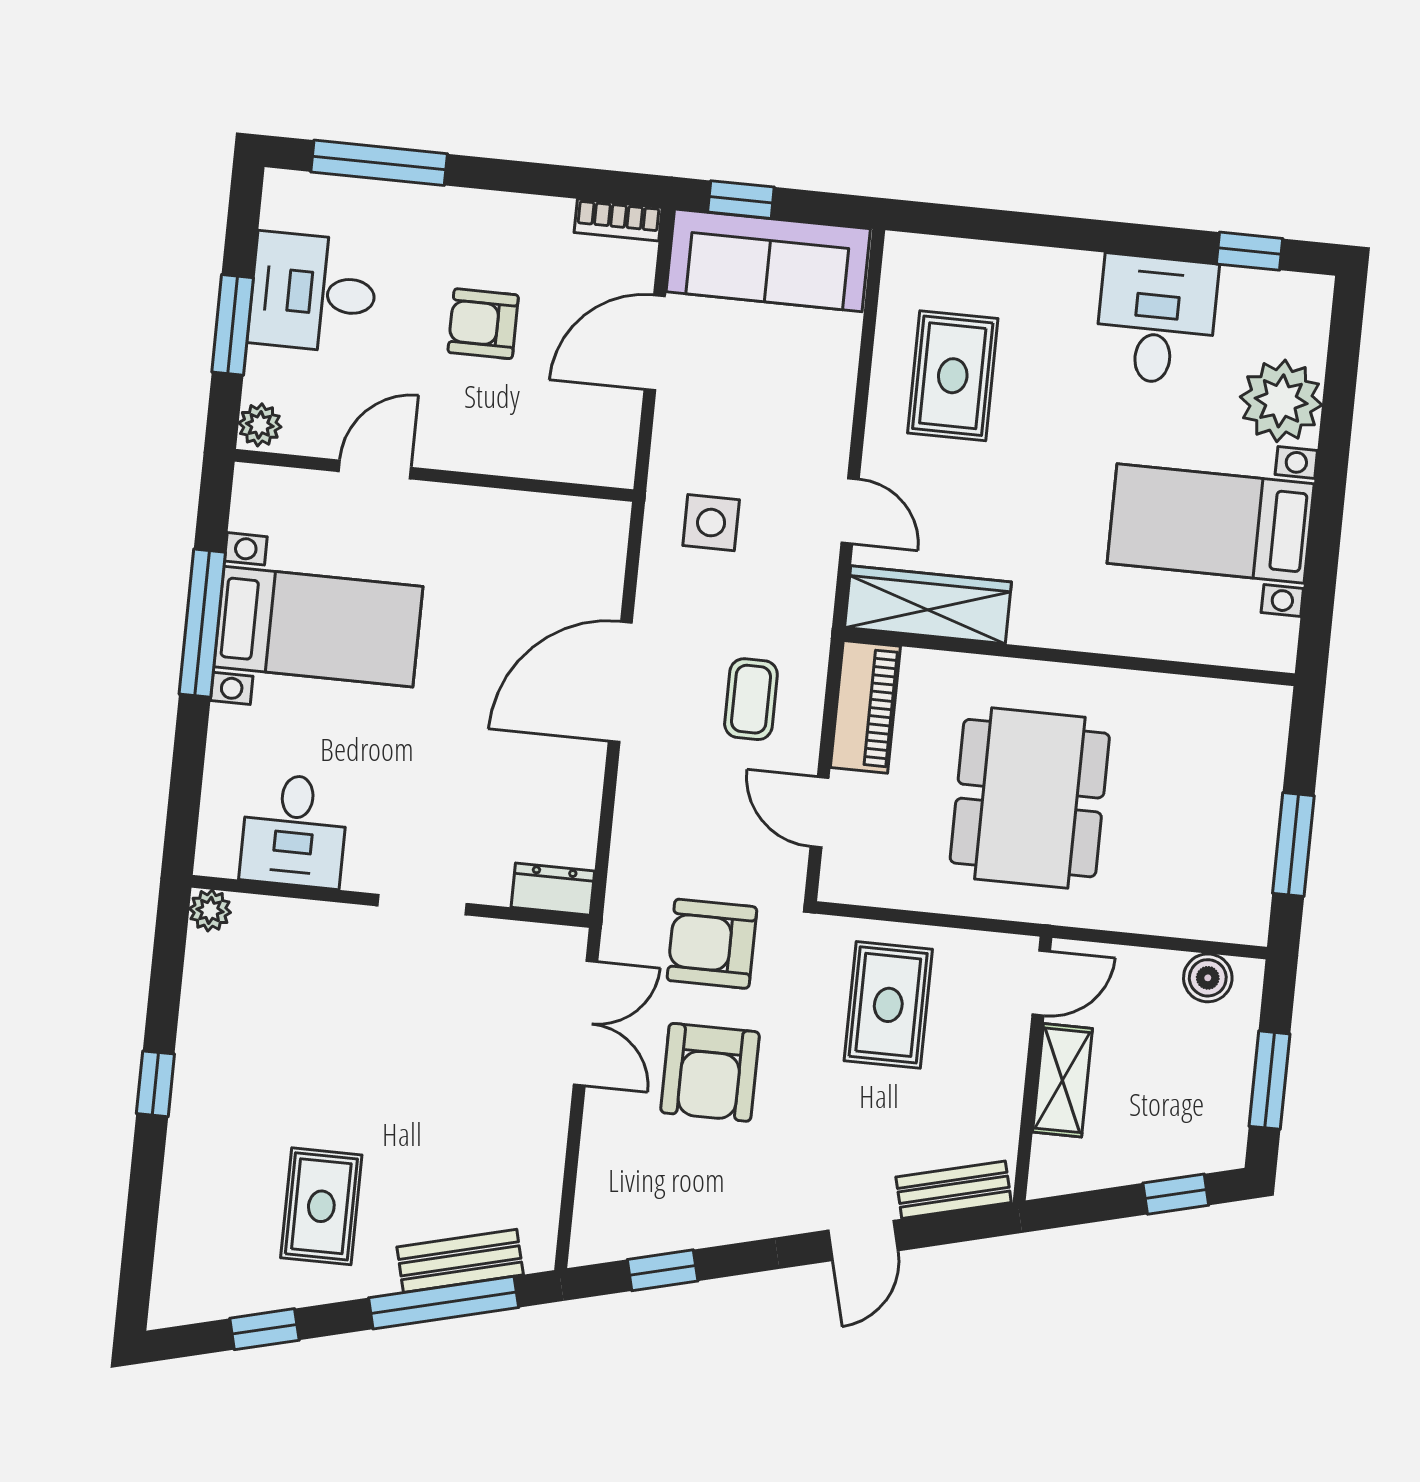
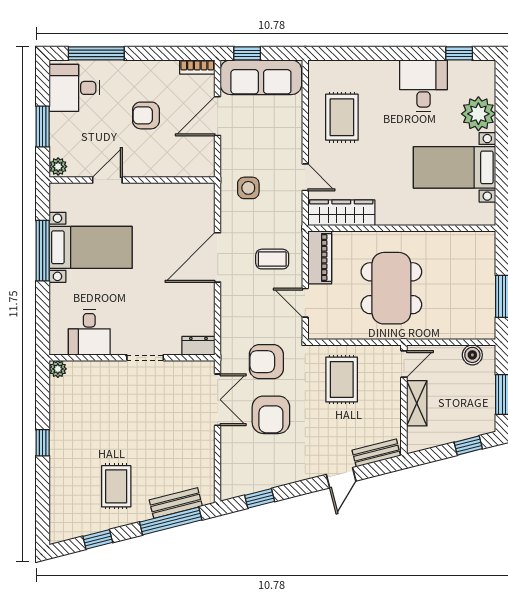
desk: (313, 293) -> (75, 88), moved
coffee table: (751, 699) -> (272, 259), turned 90

